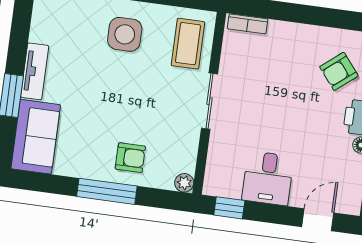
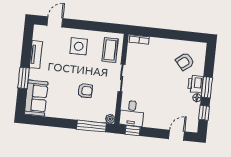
tv unit: (35, 71) -> (36, 55), moved
armchair: (130, 158) -> (85, 91), moved
desk: (268, 178) -> (132, 113), moved
window: (107, 191) -> (91, 126), moved

